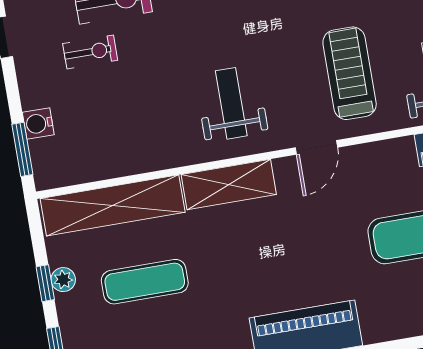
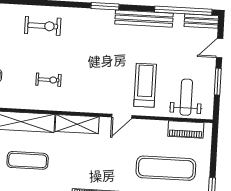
exercise bike: (90, 52) -> (49, 80), moved
weight bench: (231, 103) -> (87, 87), removed

